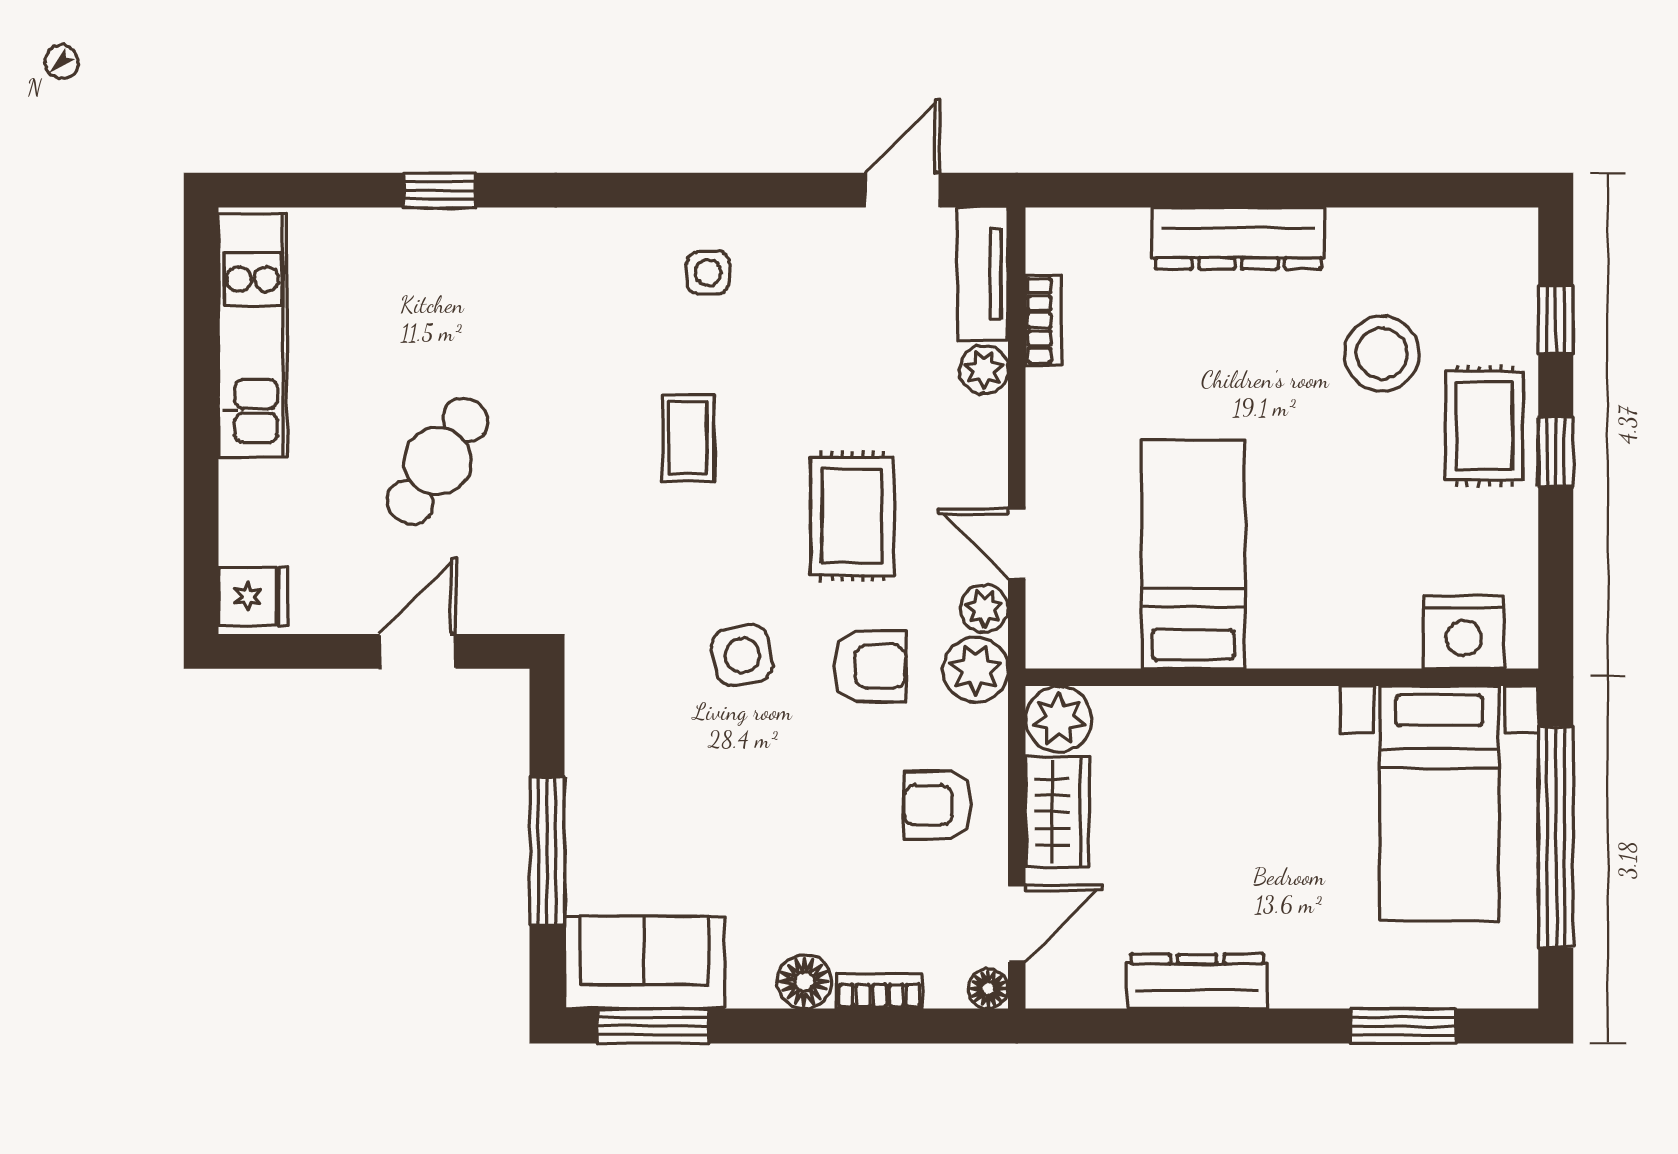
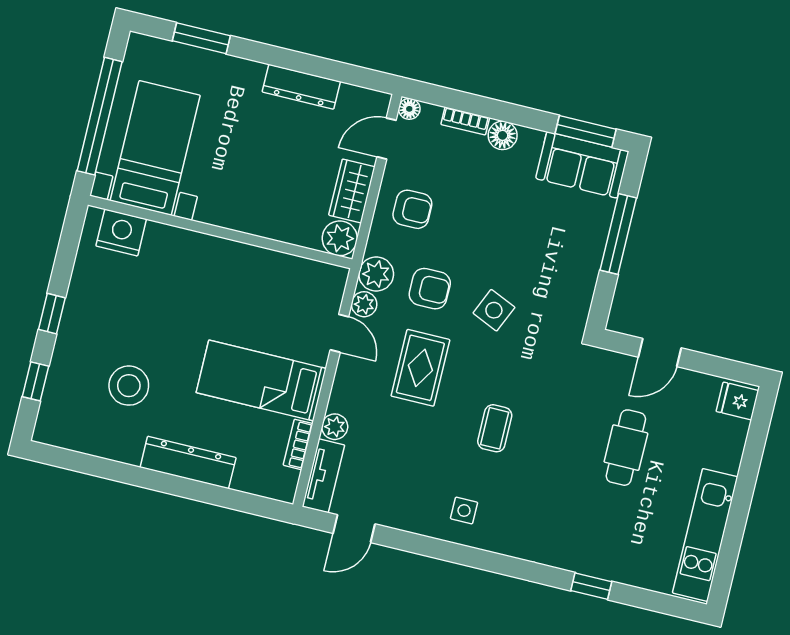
rug: (1484, 426) -> (85, 336), removed
cafe table: (438, 461) -> (626, 448), turned -34
bed: (1193, 554) -> (261, 381), moved, turned 90
side table: (742, 655) -> (494, 310), turned 35
armchair: (870, 666) -> (430, 289), turned 180

